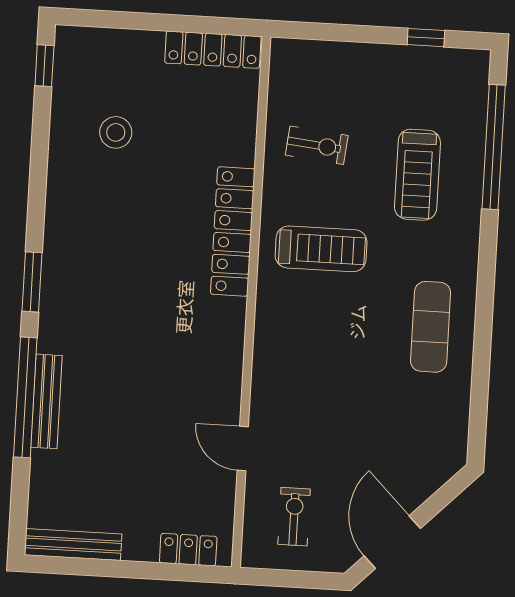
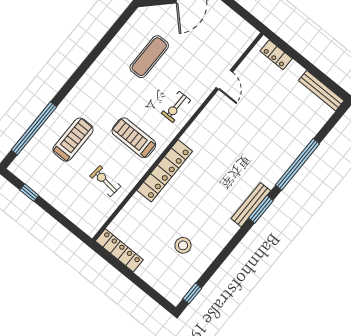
exercise mat: (431, 327) -> (149, 57), moved
bench: (46, 401) -> (251, 205), moved
exercise bike: (294, 517) -> (176, 107), moved

